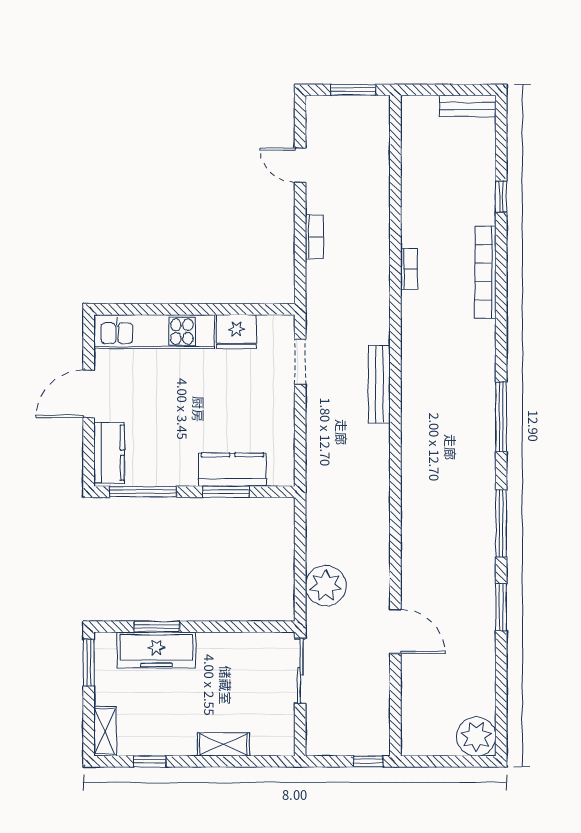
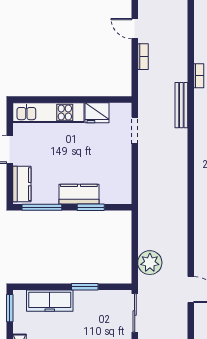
door: (300, 165) -> (135, 29), moved
bench: (379, 384) -> (181, 105), moved
kitchen counter: (232, 470) -> (79, 194), moved
window: (157, 627) -> (85, 287), moved

